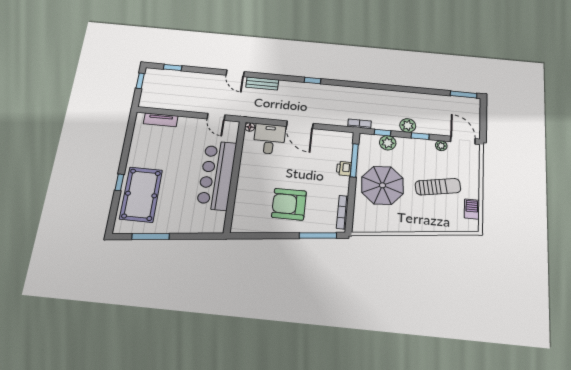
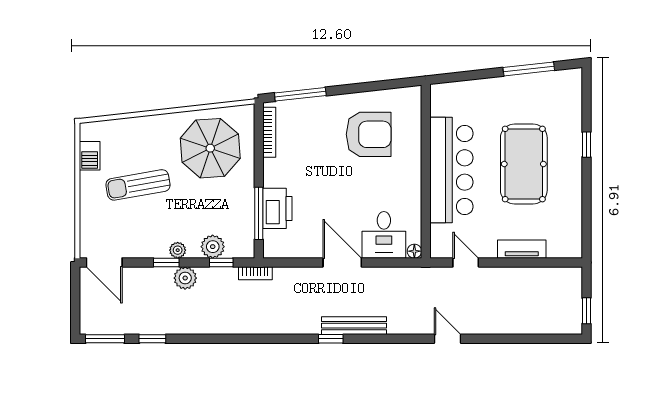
window: (173, 68) -> (152, 339), moved
bench: (262, 84) -> (354, 326), moved, width x1.36
tv unit: (161, 120) -> (522, 249), moved
plant: (441, 146) -> (178, 250), moved
printer: (344, 169) -> (277, 208), width x1.87, depth x1.48
parasol: (382, 185) -> (210, 148), moved
pool table: (141, 195) -> (524, 164), moved
armchair: (289, 204) -> (369, 134), moved

